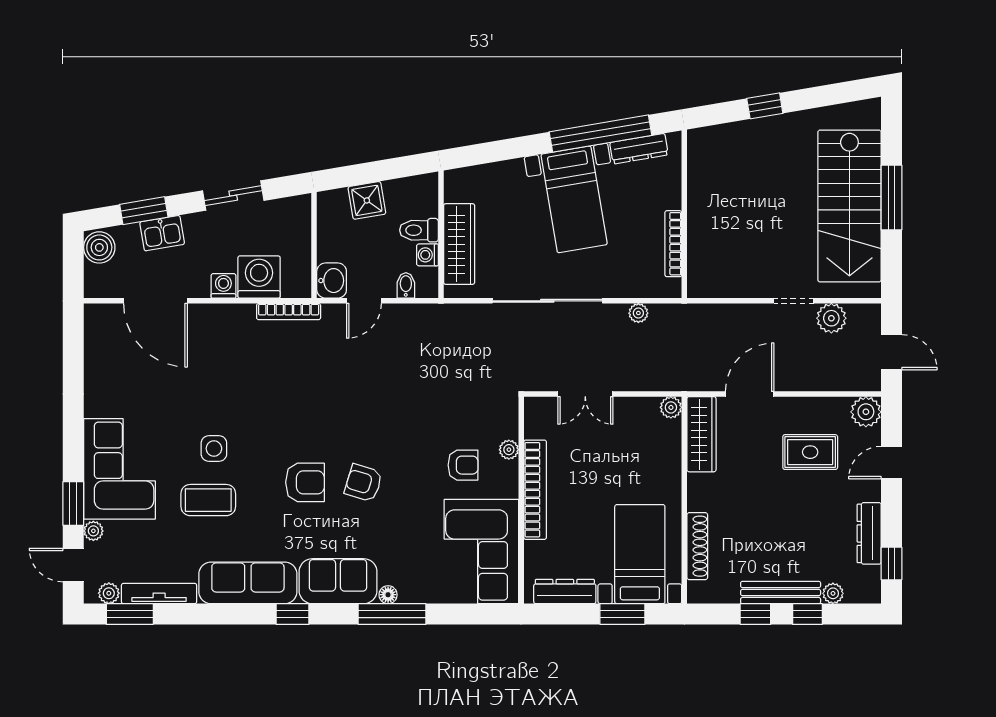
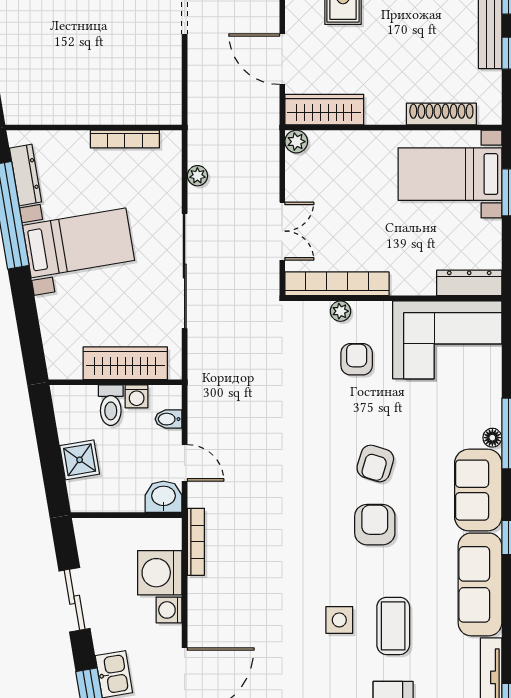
bookcase: (535, 490) -> (337, 284), moved
dresser: (565, 592) -> (469, 283), moved, turned 90

